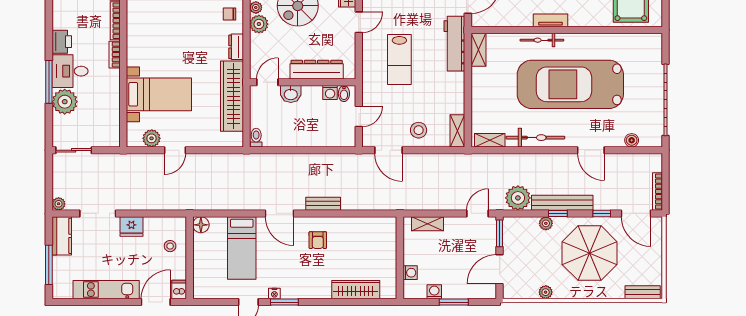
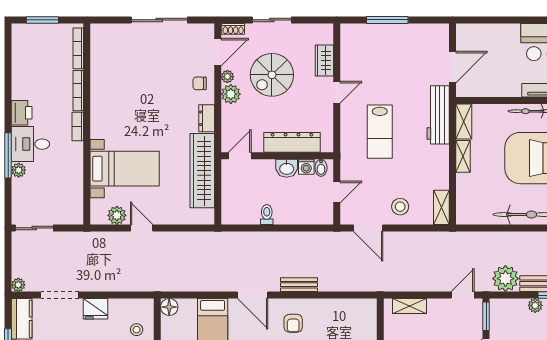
washbasin: (291, 94) -> (287, 168), moved
plant: (65, 102) -> (19, 170), width x0.53, depth x0.53
toilet: (256, 138) -> (267, 215), moved
shelving: (490, 140) -> (463, 156), moved, turned 90
door: (175, 150) -> (142, 228), swing flipped

